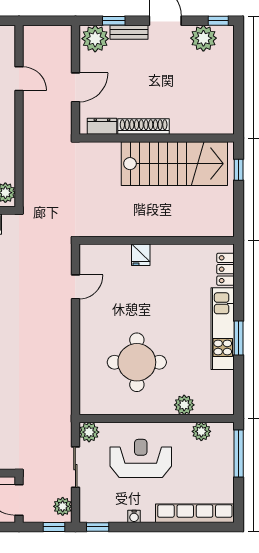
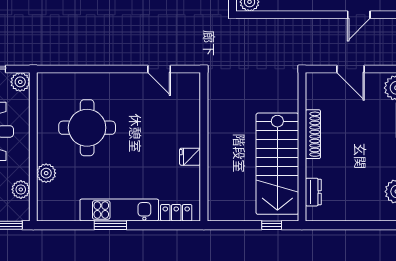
dresser: (102, 126) -> (313, 192), moved
fridge: (141, 255) -> (190, 157), moved

